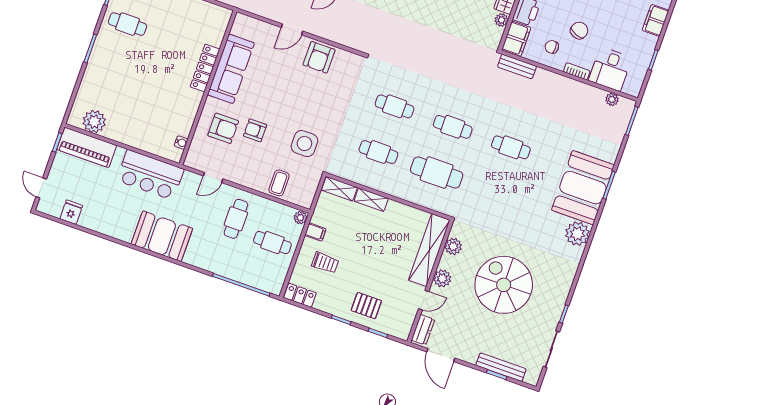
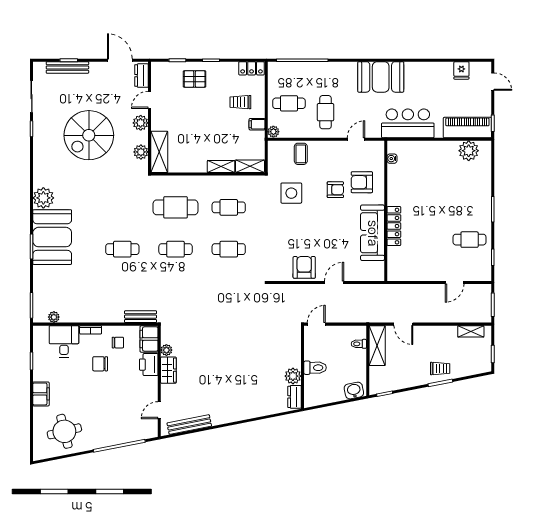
chair: (579, 30) -> (100, 364), turned 69
shelving: (429, 250) -> (159, 152), width x0.68
spiral stairs: (504, 285) -> (89, 135), turned 90

